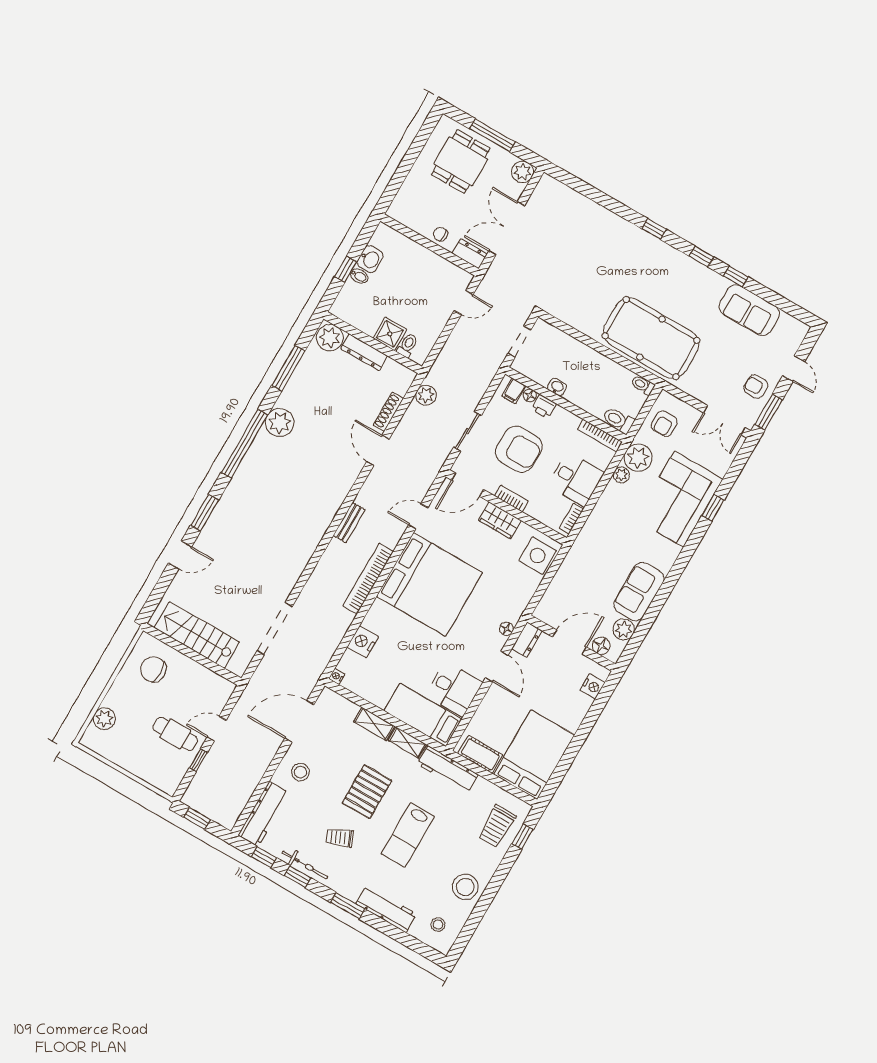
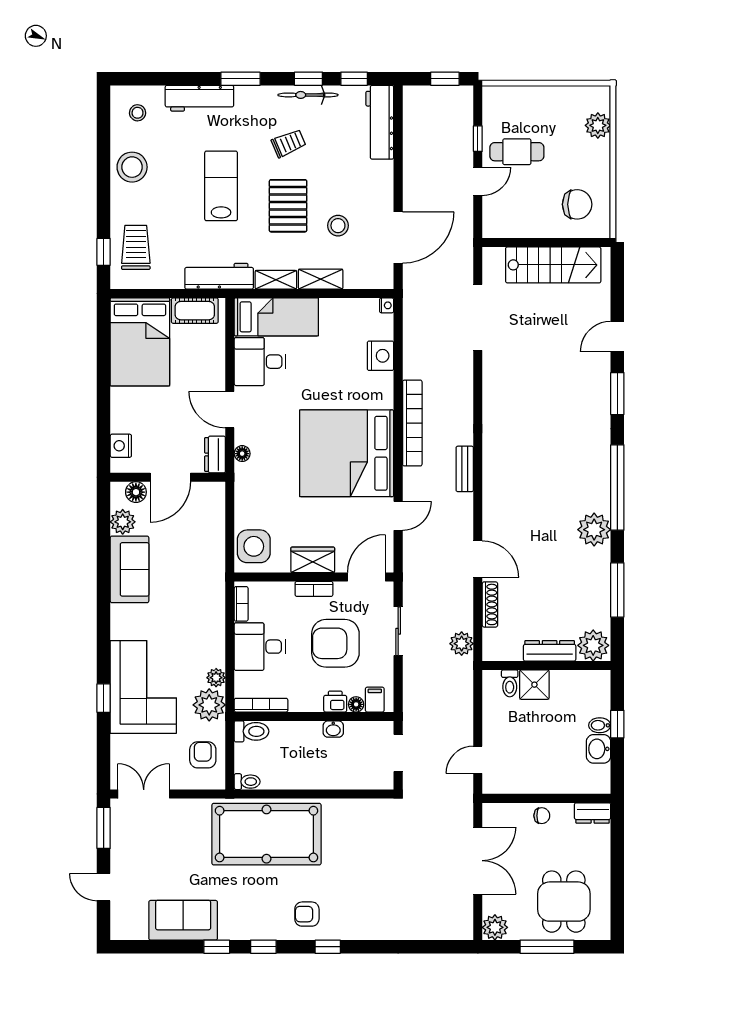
dresser: (470, 254) -> (593, 813), moved
armchair: (756, 387) -> (307, 914), moved, turned 180
stool: (300, 772) -> (338, 226), moved

